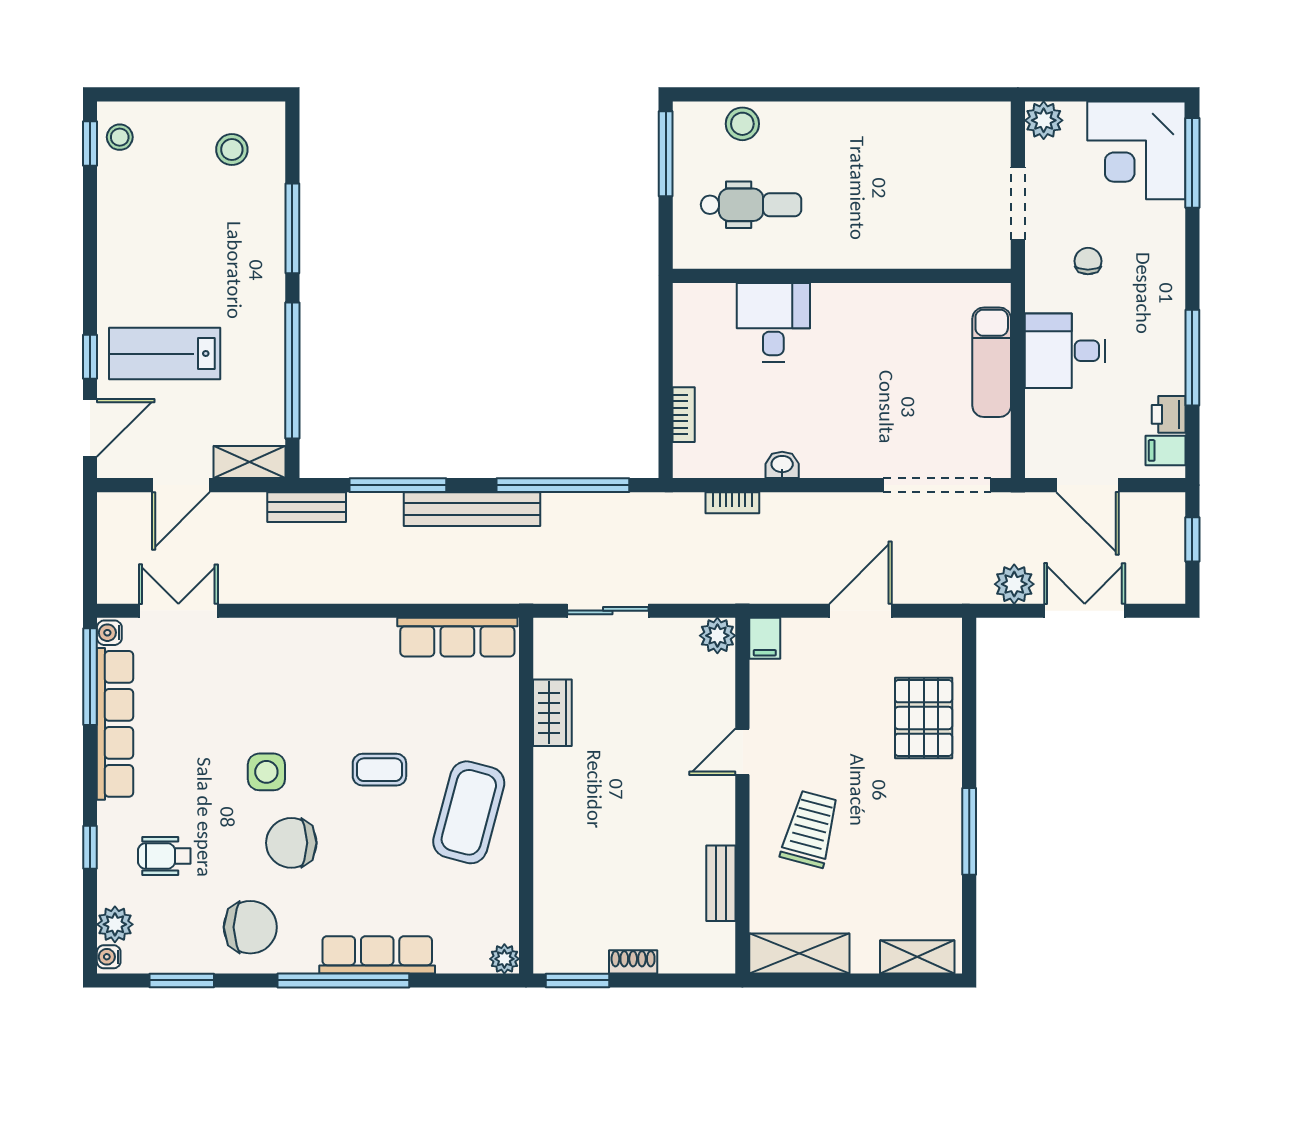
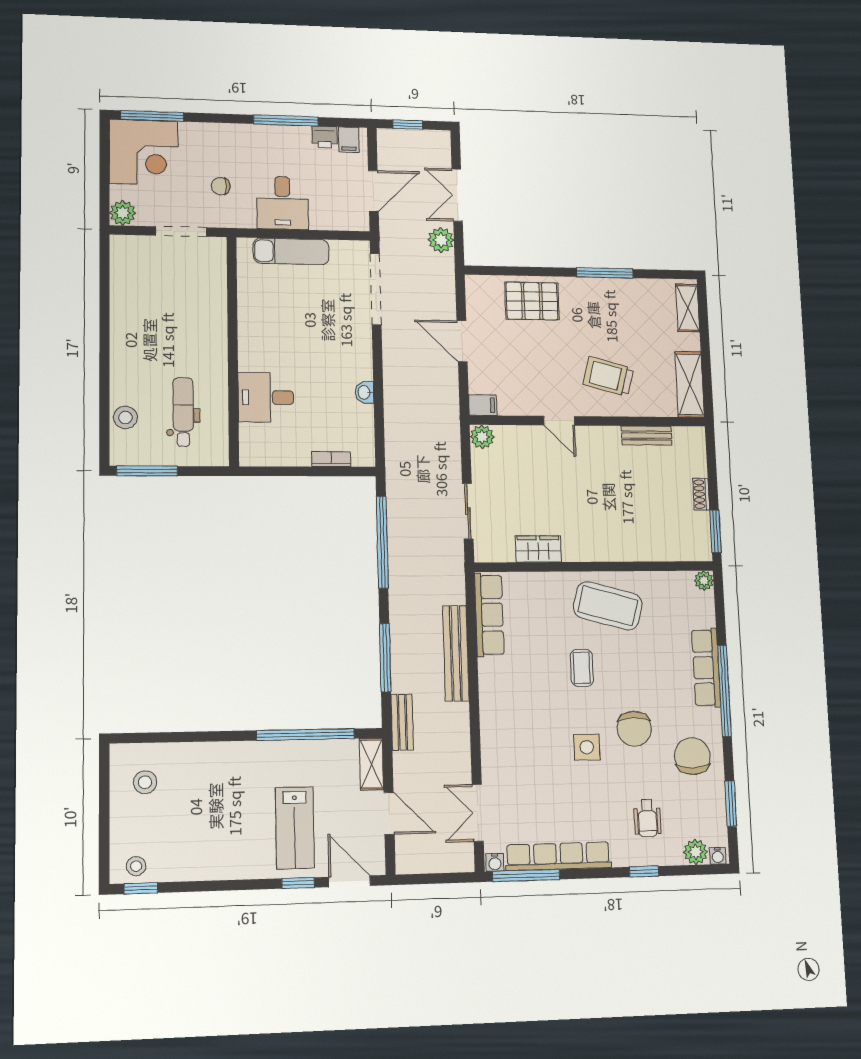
window: (292, 228) -> (203, 737), removed
bookcase: (732, 503) -> (391, 426), removed
bench: (472, 509) -> (456, 653), moved

